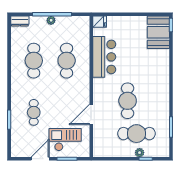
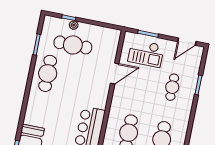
cafe table: (128, 101) -> (48, 73), moved
door: (40, 159) -> (187, 42), moved

